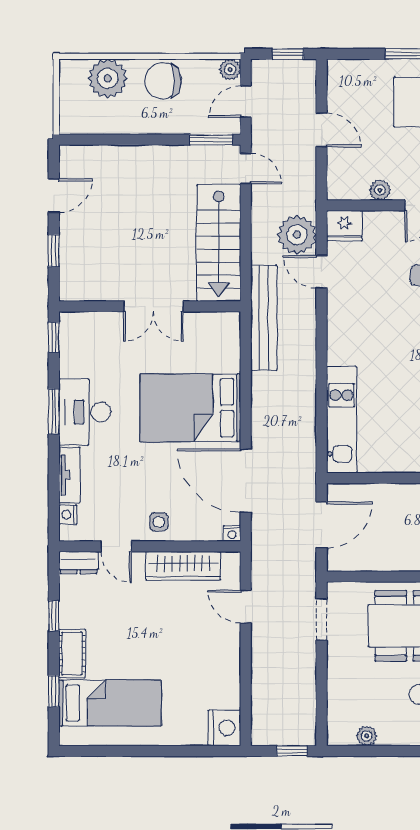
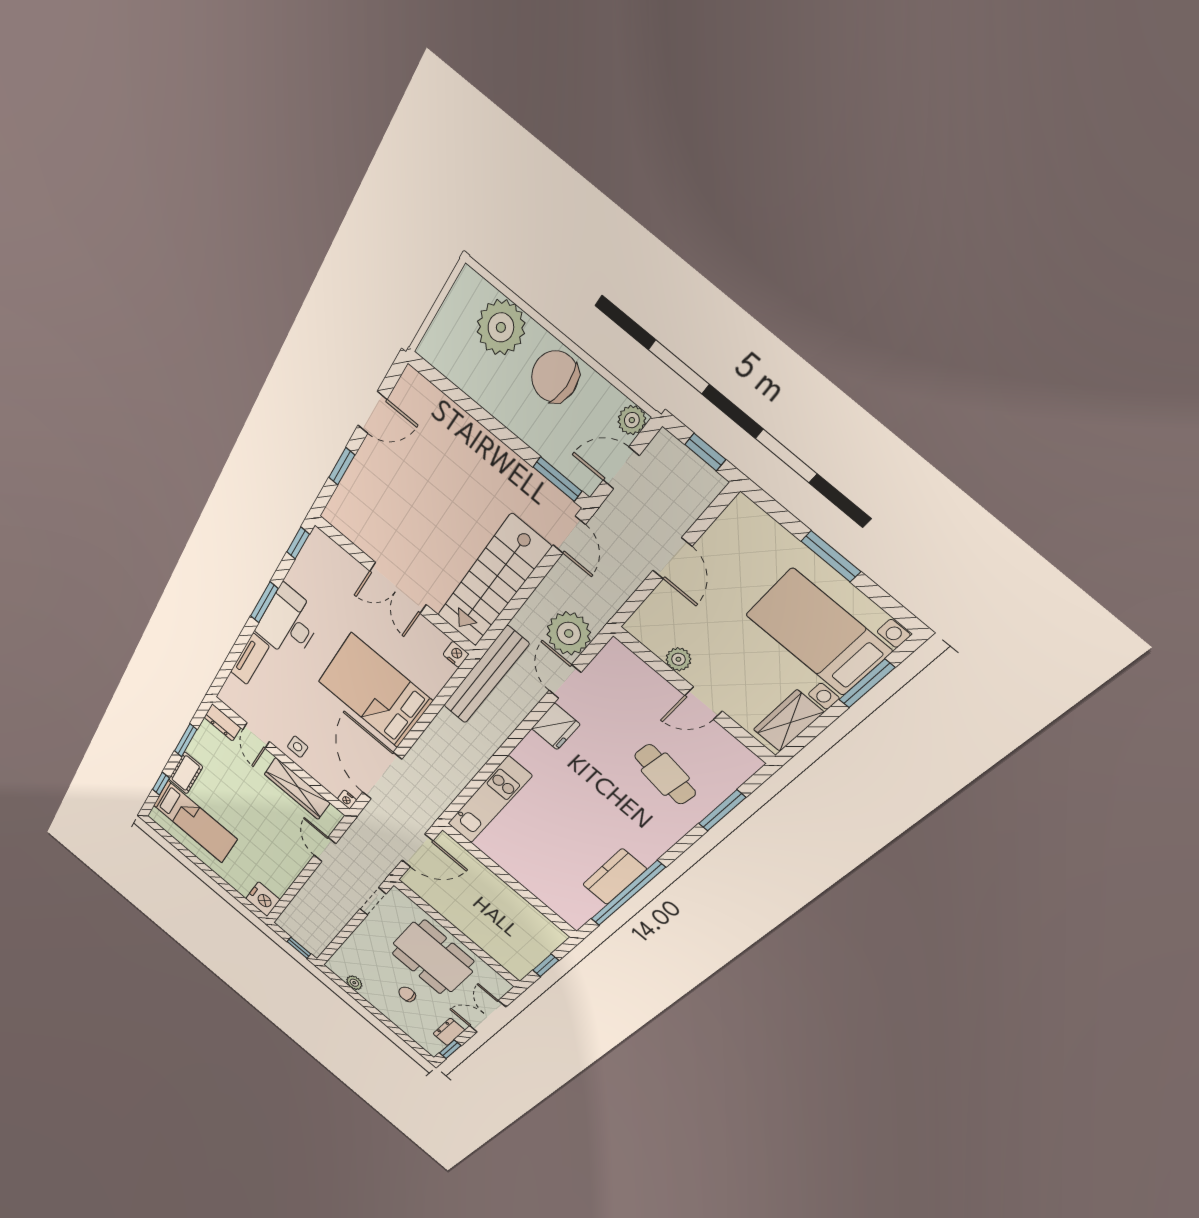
fridge: (344, 226) -> (556, 726), moved, turned -90
nightstand: (68, 515) -> (456, 654), moved, turned 90
window: (54, 616) -> (186, 740), width x1.50

